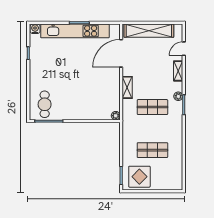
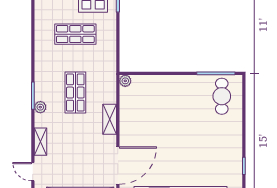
door: (184, 49) -> (33, 172), swing flipped
shop shelf: (152, 107) -> (75, 93), turned 90

